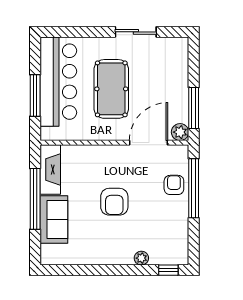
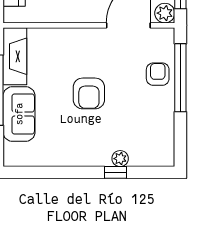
window: (168, 270) -> (116, 172), moved

